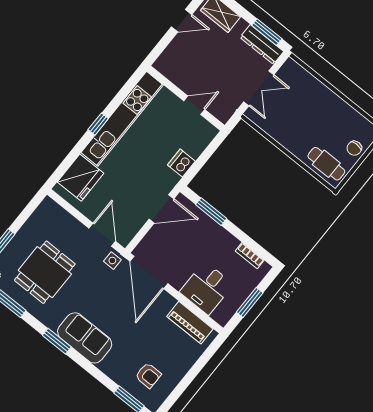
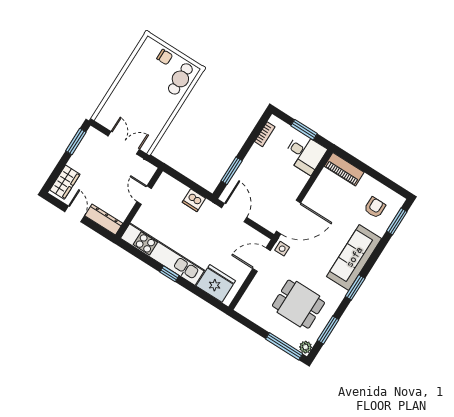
dresser: (262, 45) -> (104, 219), moved, turned -90
desk: (206, 288) -> (305, 153), moved
piano: (190, 323) -> (344, 169), moved, turned 90
sofa: (85, 338) -> (354, 257), width x1.36

